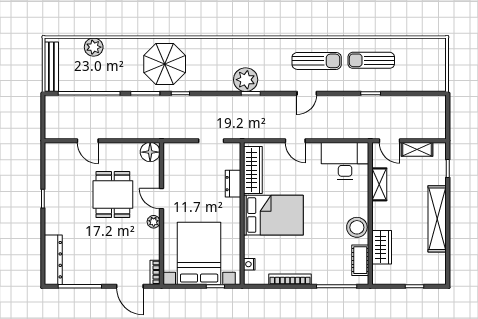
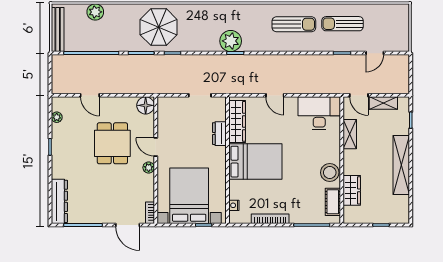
door: (307, 93) -> (375, 53), moved
plant: (50, 165) -> (57, 117), added

